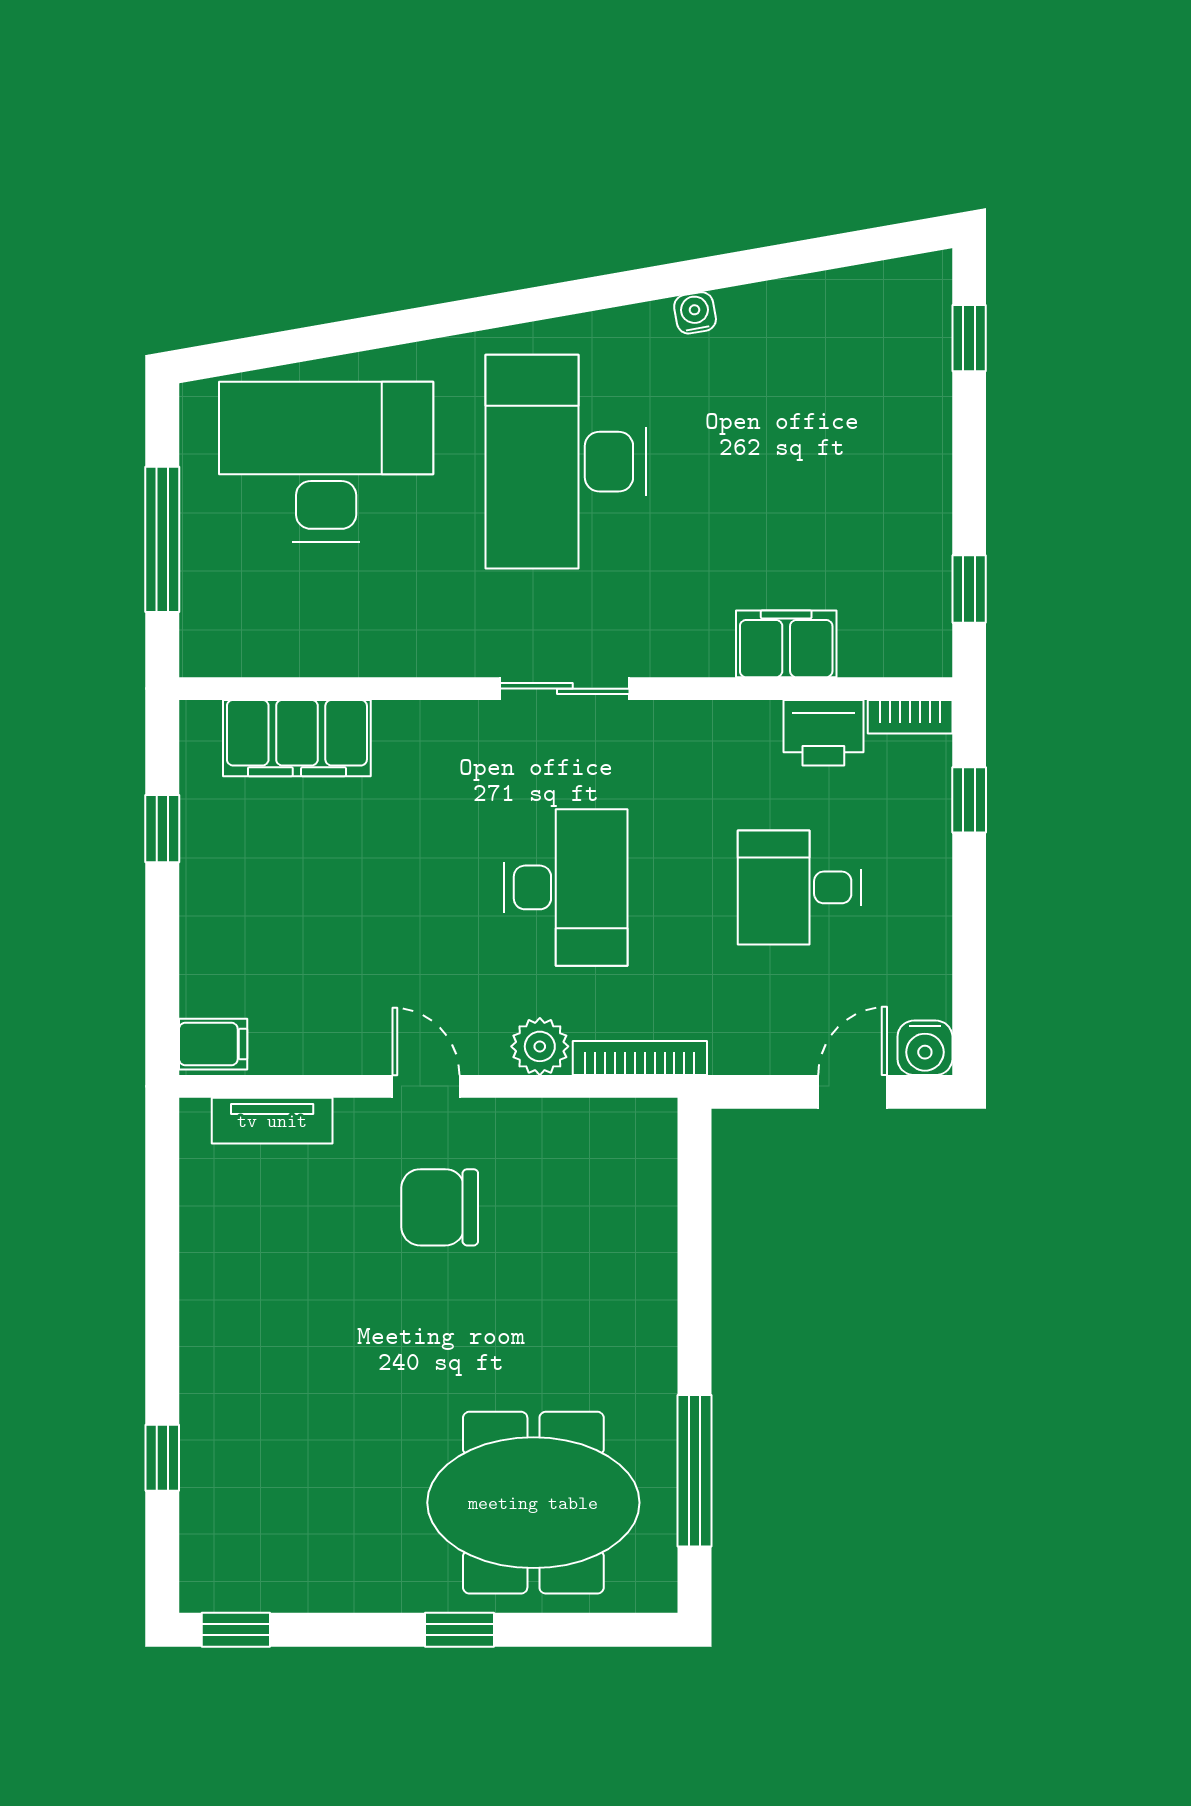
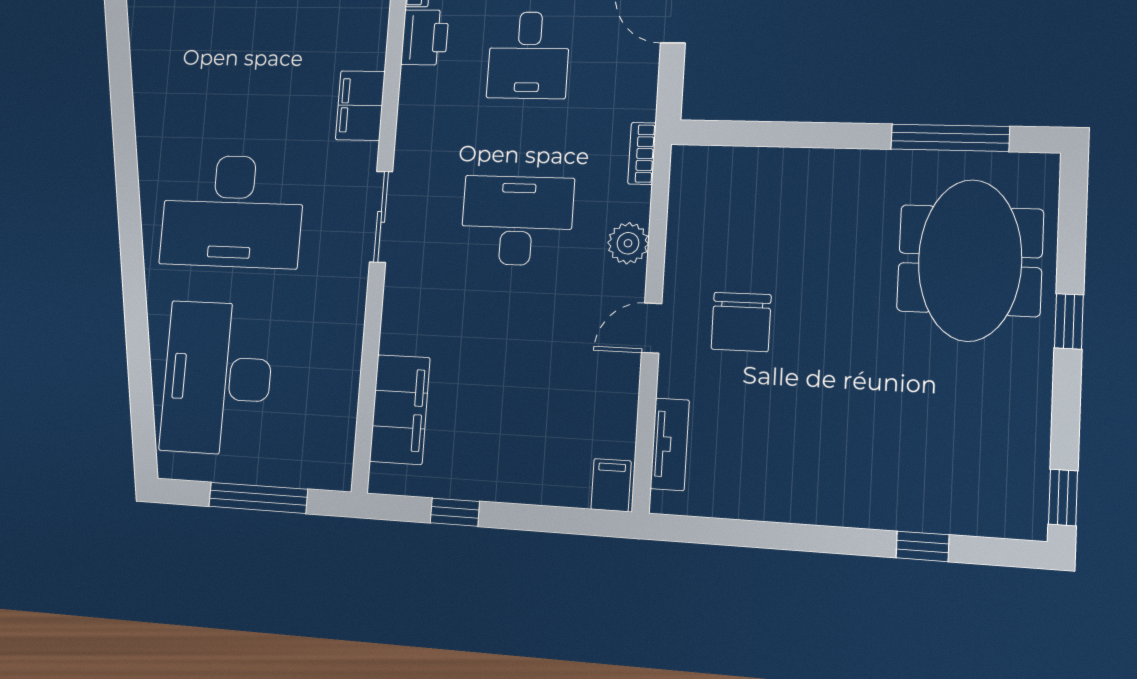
water cooler: (695, 313) -> (146, 121), removed
filing cabinet: (786, 644) -> (360, 106), moved
bookcase: (640, 1058) -> (642, 153), width x0.64

